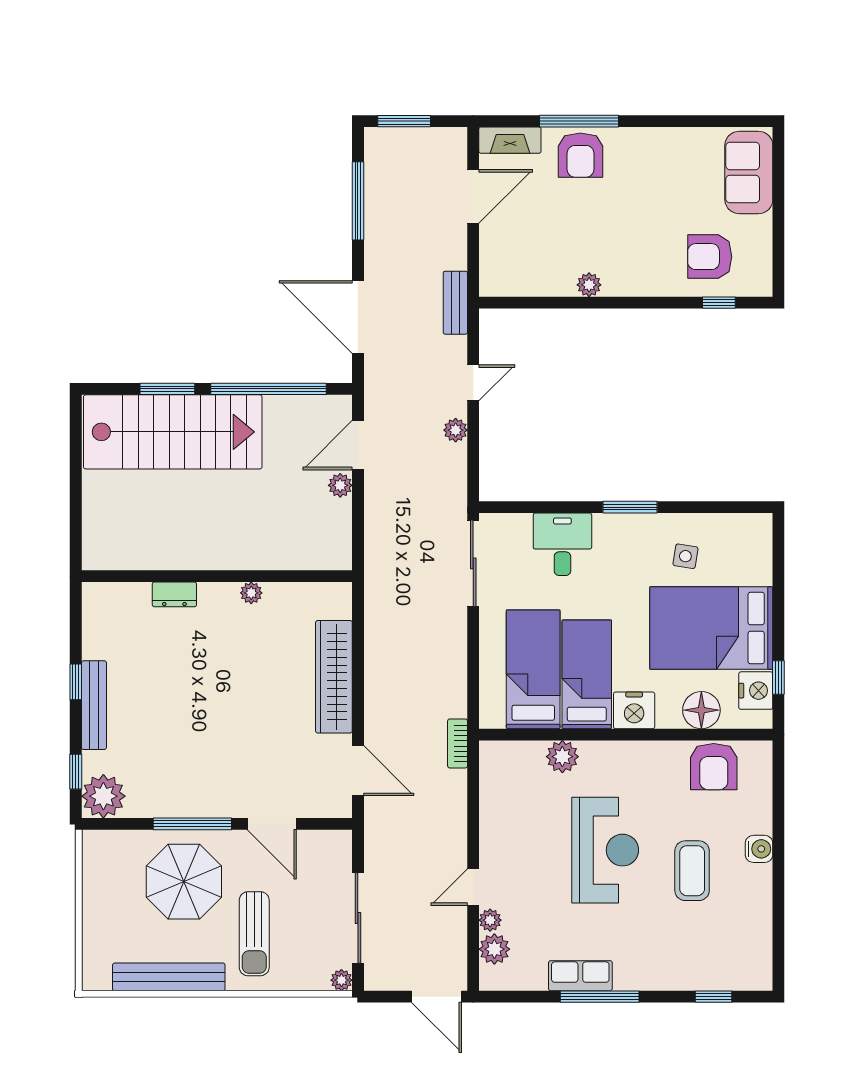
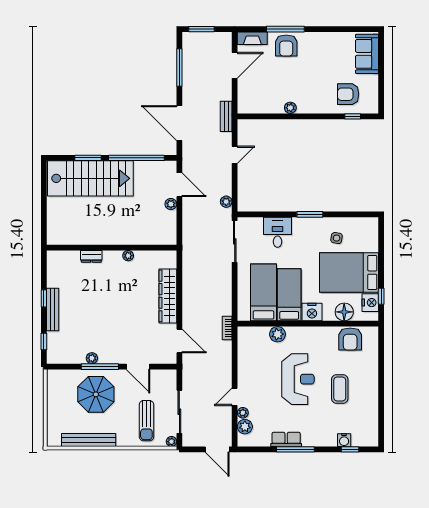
plant: (456, 430) -> (226, 202), moved
door: (358, 445) -> (179, 185), swing flipped
plant: (103, 796) -> (92, 358), moved, width x0.53, depth x0.53
water cooler: (759, 849) -> (344, 440), moved, turned 90
sun lounger: (254, 934) -> (146, 421), moved

